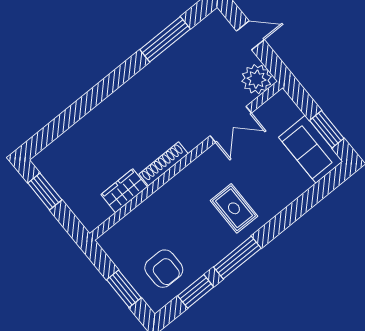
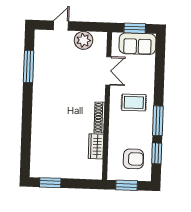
double door: (231, 124) -> (108, 71), moved
wall: (186, 161) -> (107, 106), moved
shoe rack: (164, 164) -> (99, 118), moved
wardrobe: (124, 191) -> (96, 146), moved

